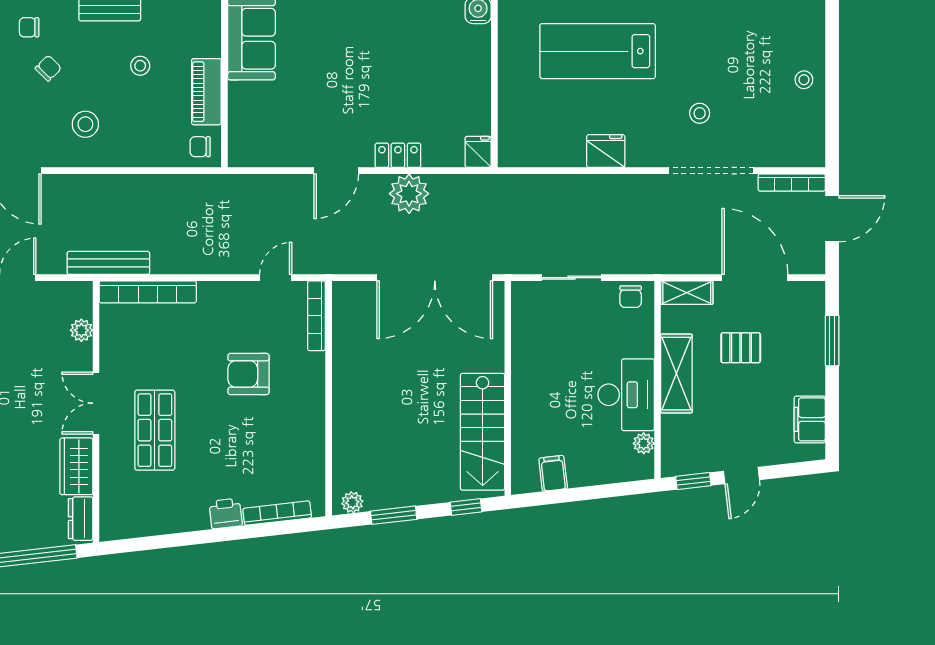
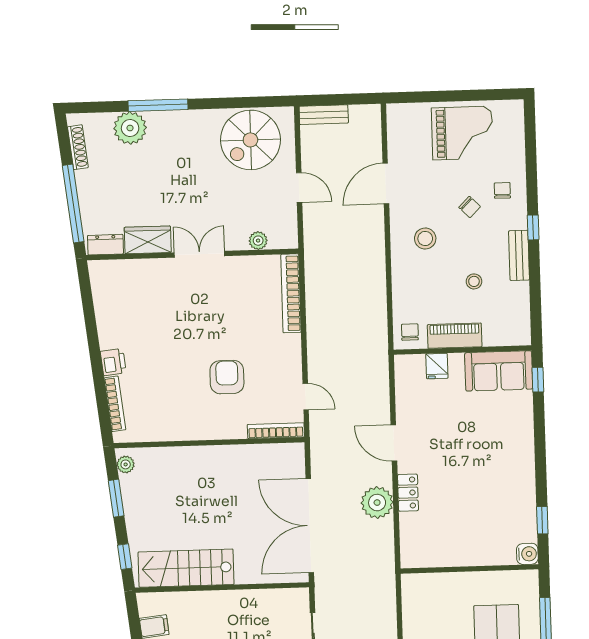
fridge: (478, 152) -> (437, 366), moved, turned 90
bench: (108, 263) -> (313, 261), removed
shop shelf: (155, 430) -> (179, 303), removed

